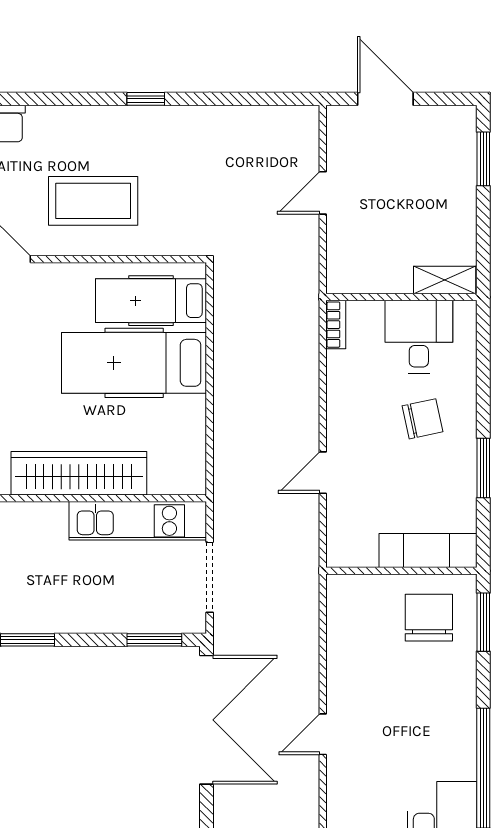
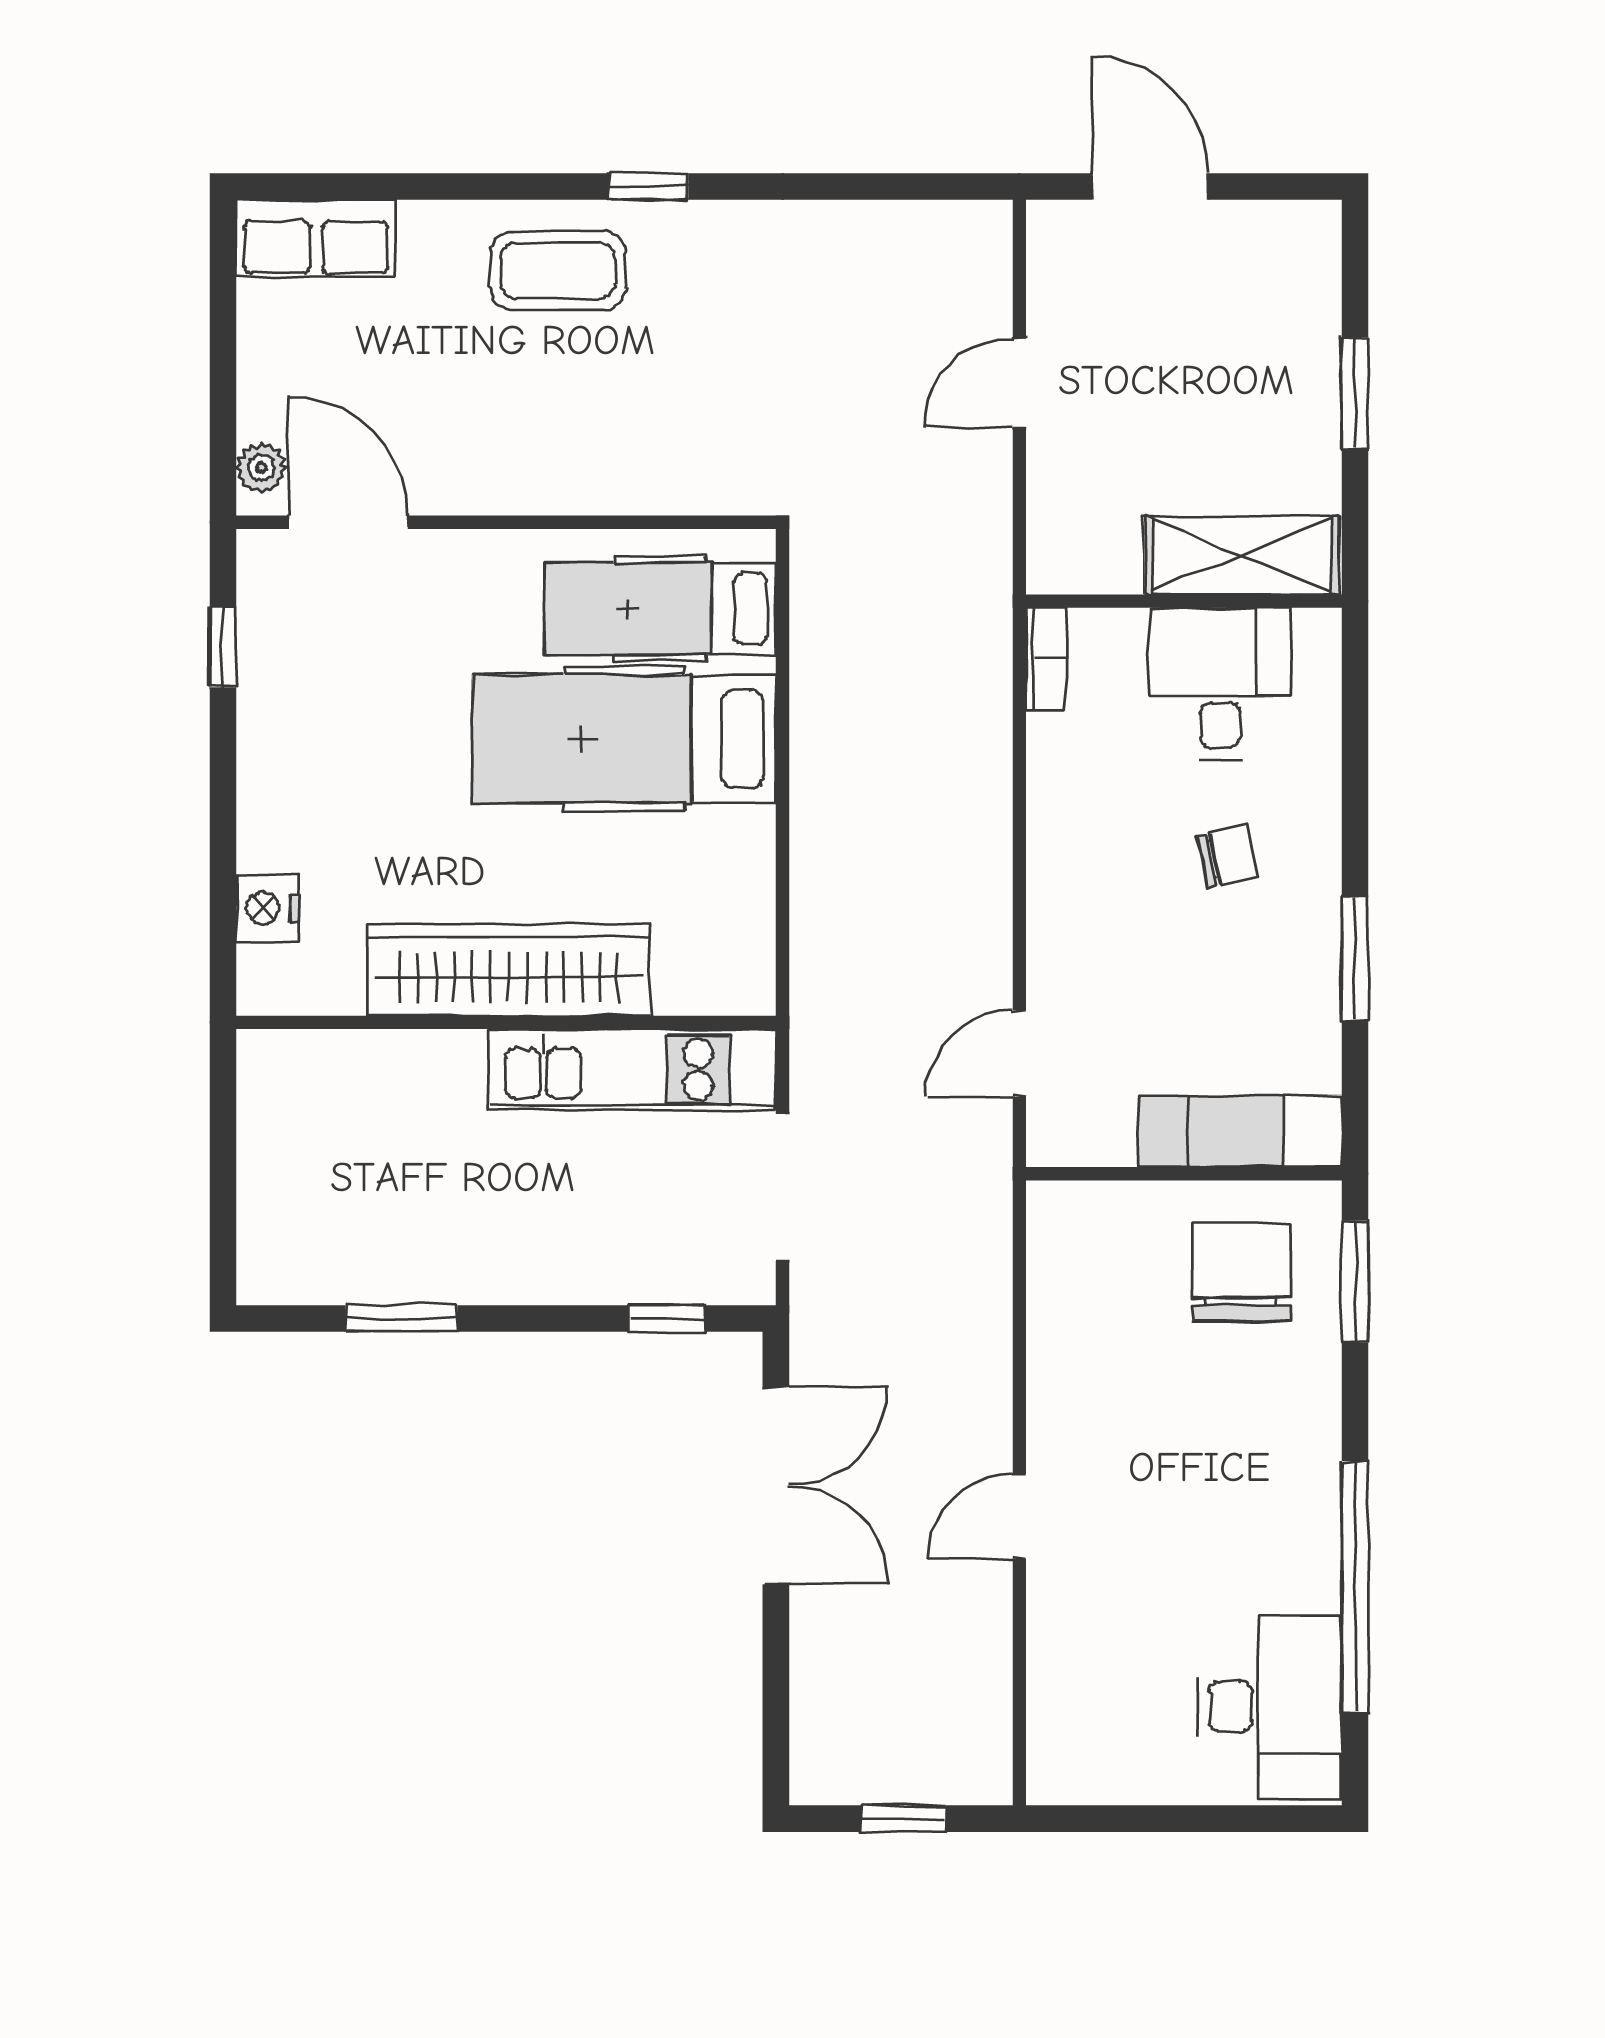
window: (483, 159) -> (1355, 393), moved
coffee table: (93, 201) -> (558, 271), moved, width x0.73, depth x0.76
shelving: (445, 280) -> (1242, 556), width x1.50, depth x1.33
chair: (422, 419) -> (1228, 856), width x0.73, depth x0.73
door: (323, 473) -> (1019, 1053), moved
window: (154, 640) -> (667, 1318), width x0.67
double door: (206, 720) -> (776, 1486), width x0.73

